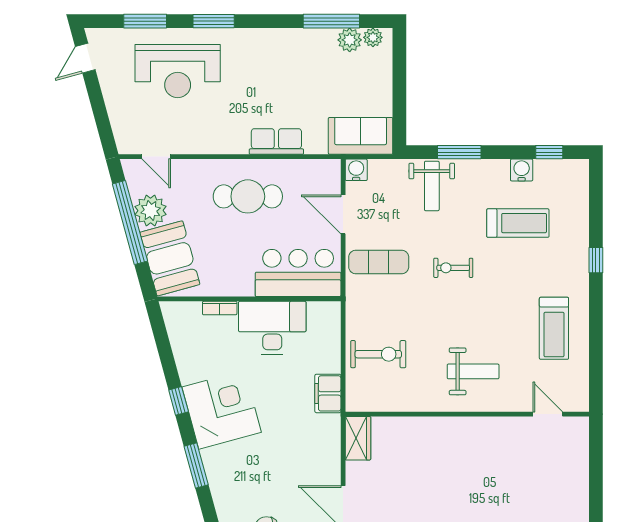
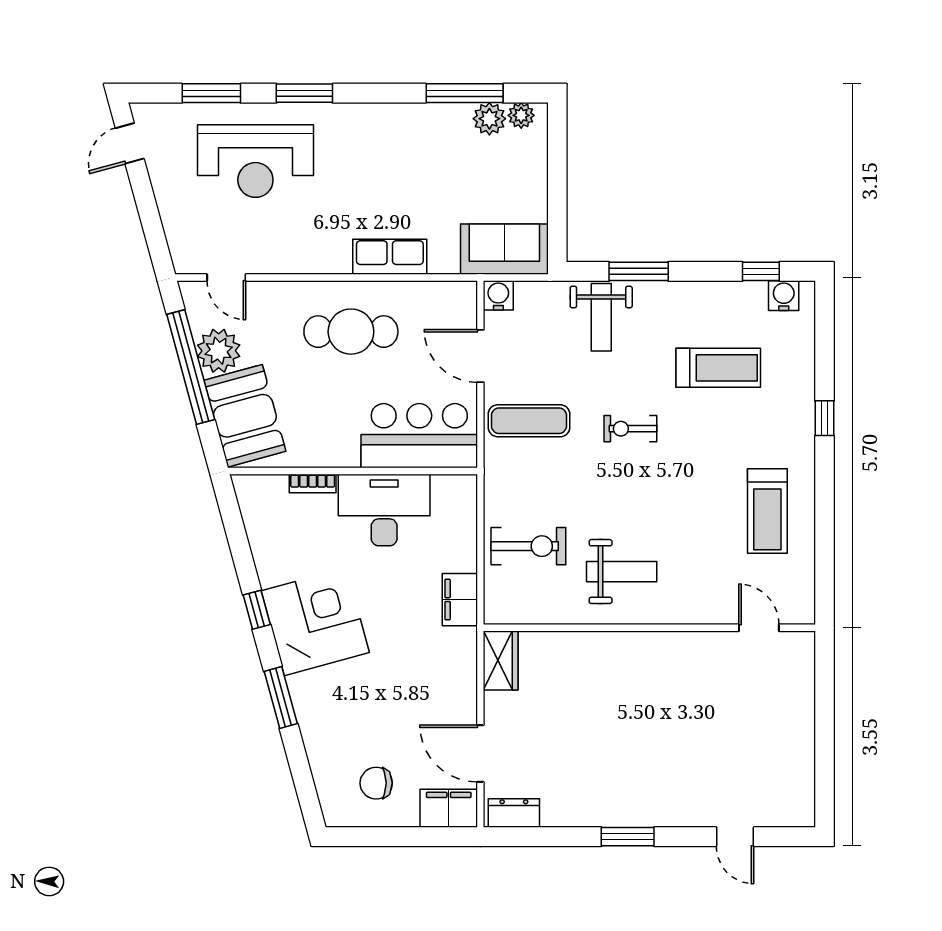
water cooler: (522, 170) -> (784, 296), moved
weight bench: (473, 371) -> (622, 572), moved

